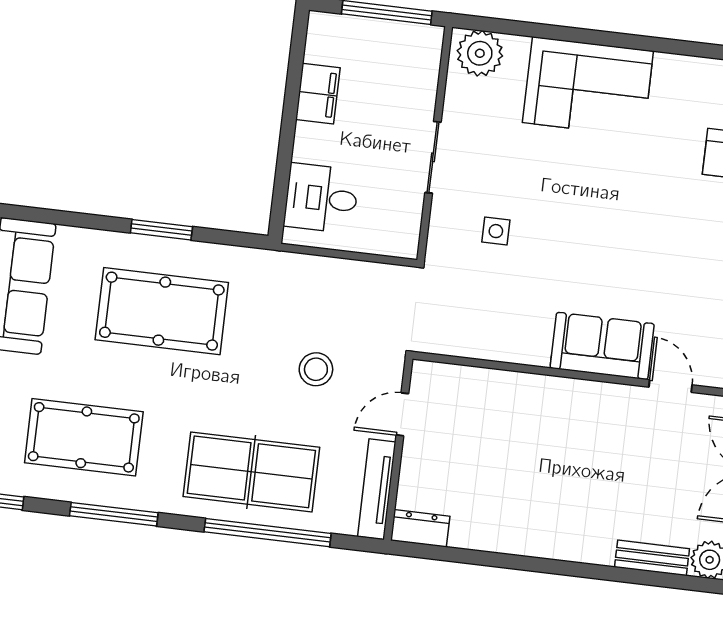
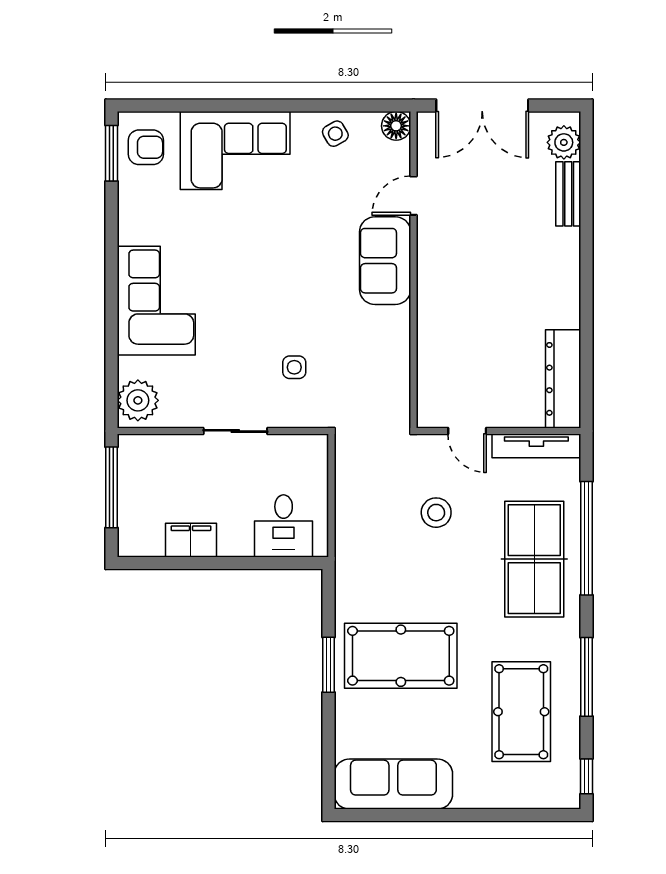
pool table: (162, 311) -> (401, 656), turned 90
dresser: (420, 528) -> (563, 379), width x1.96, depth x1.24

